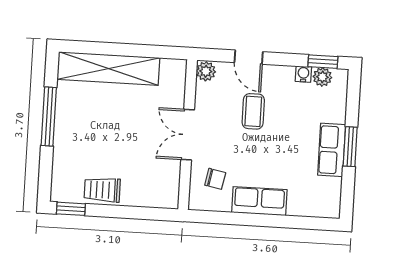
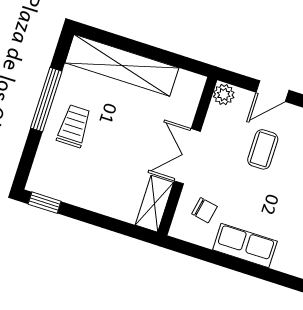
door: (249, 57) -> (273, 91), hinge flipped
shelving: (169, 185) -> (154, 204), added
trolley: (102, 190) -> (74, 126), moved, turned 90

